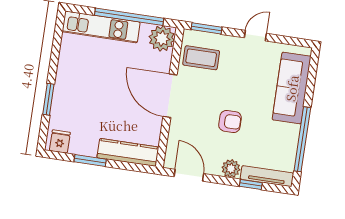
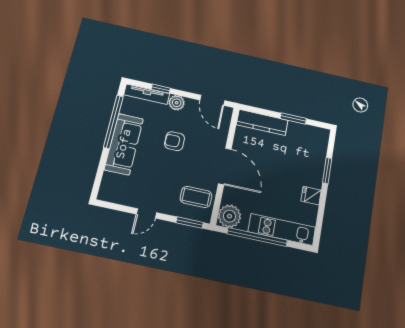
sofa: (292, 88) -> (124, 144), moved
fridge: (60, 141) -> (311, 196), moved, turned 90

